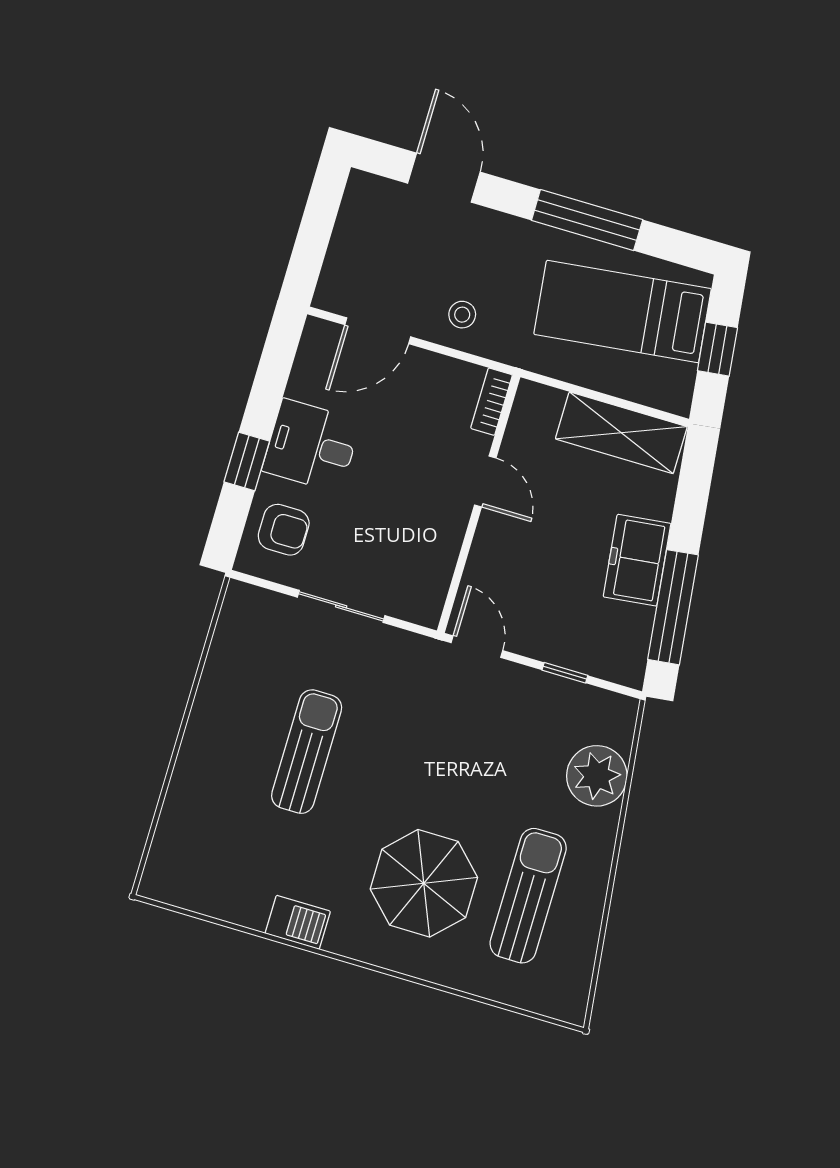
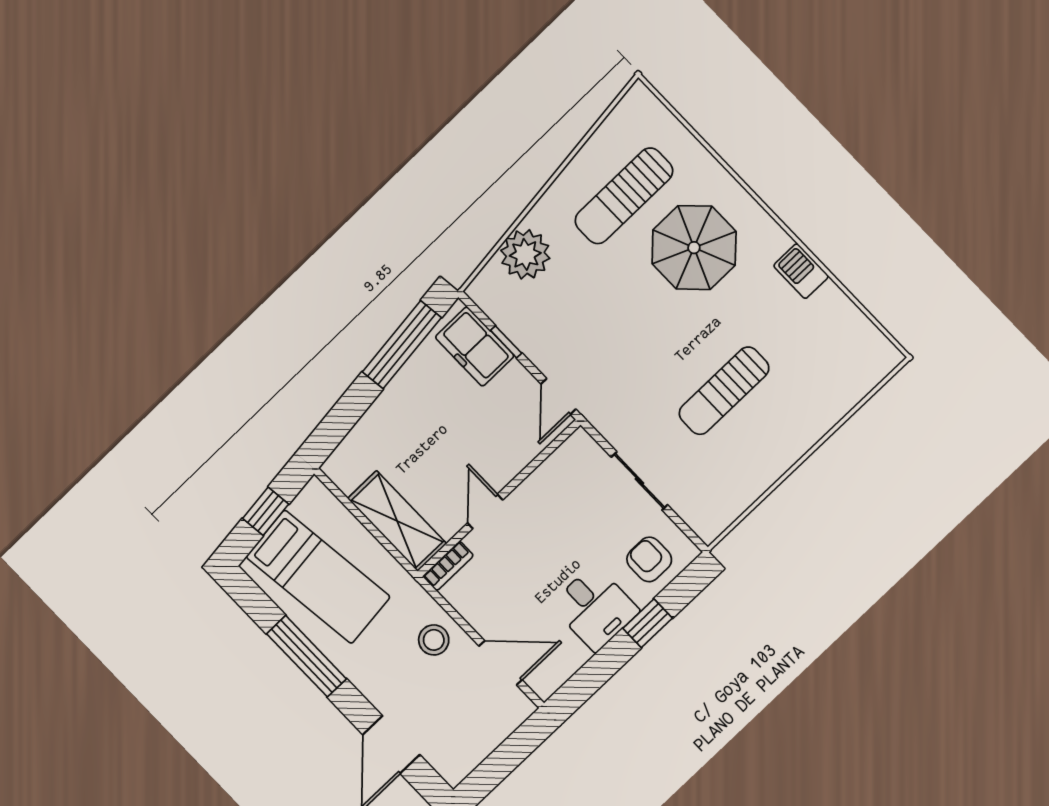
stool: (462, 315) -> (434, 640), width x1.37, depth x1.37
shelving: (621, 433) -> (397, 521), moved
freezer: (637, 560) -> (475, 346), moved, turned 97

